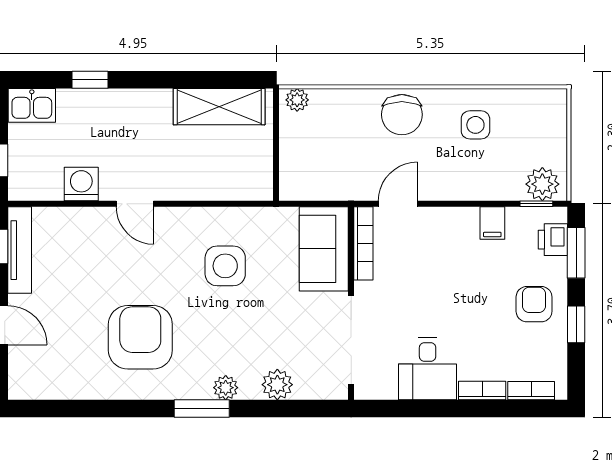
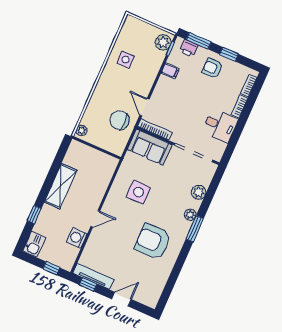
shelving: (219, 107) -> (60, 186), moved
chair: (402, 115) -> (119, 120), moved, turned 180

